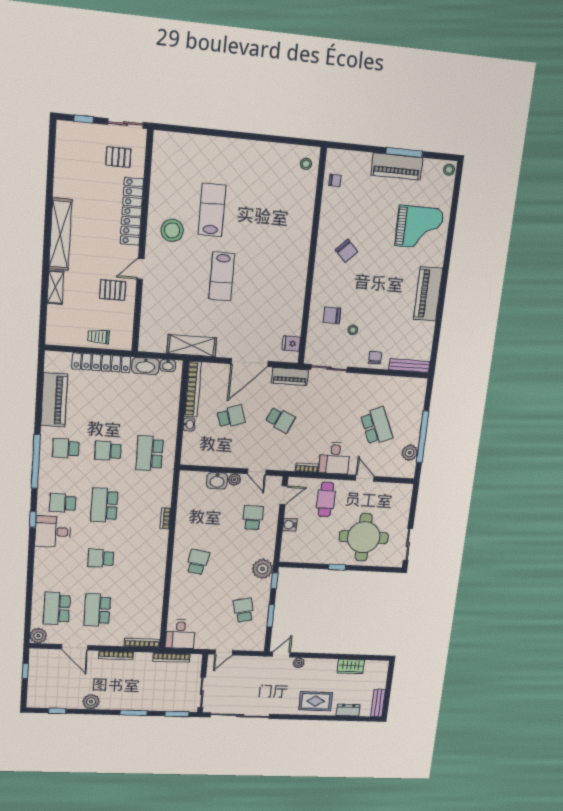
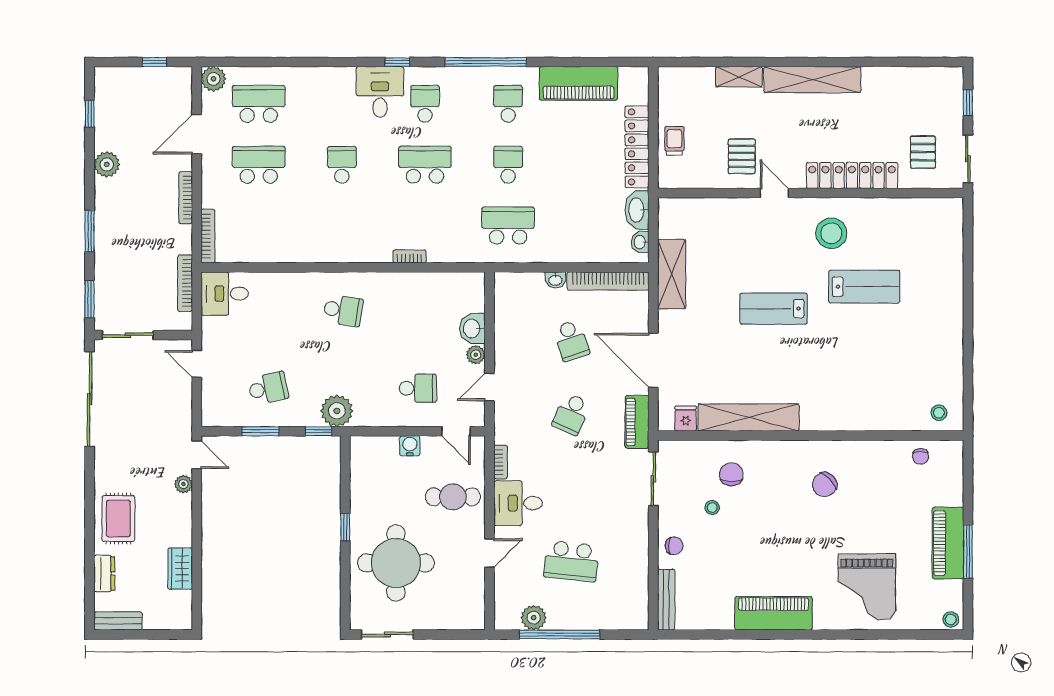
shelving: (295, 300) -> (748, 417), added
school desk: (377, 426) -> (571, 561), turned 30

